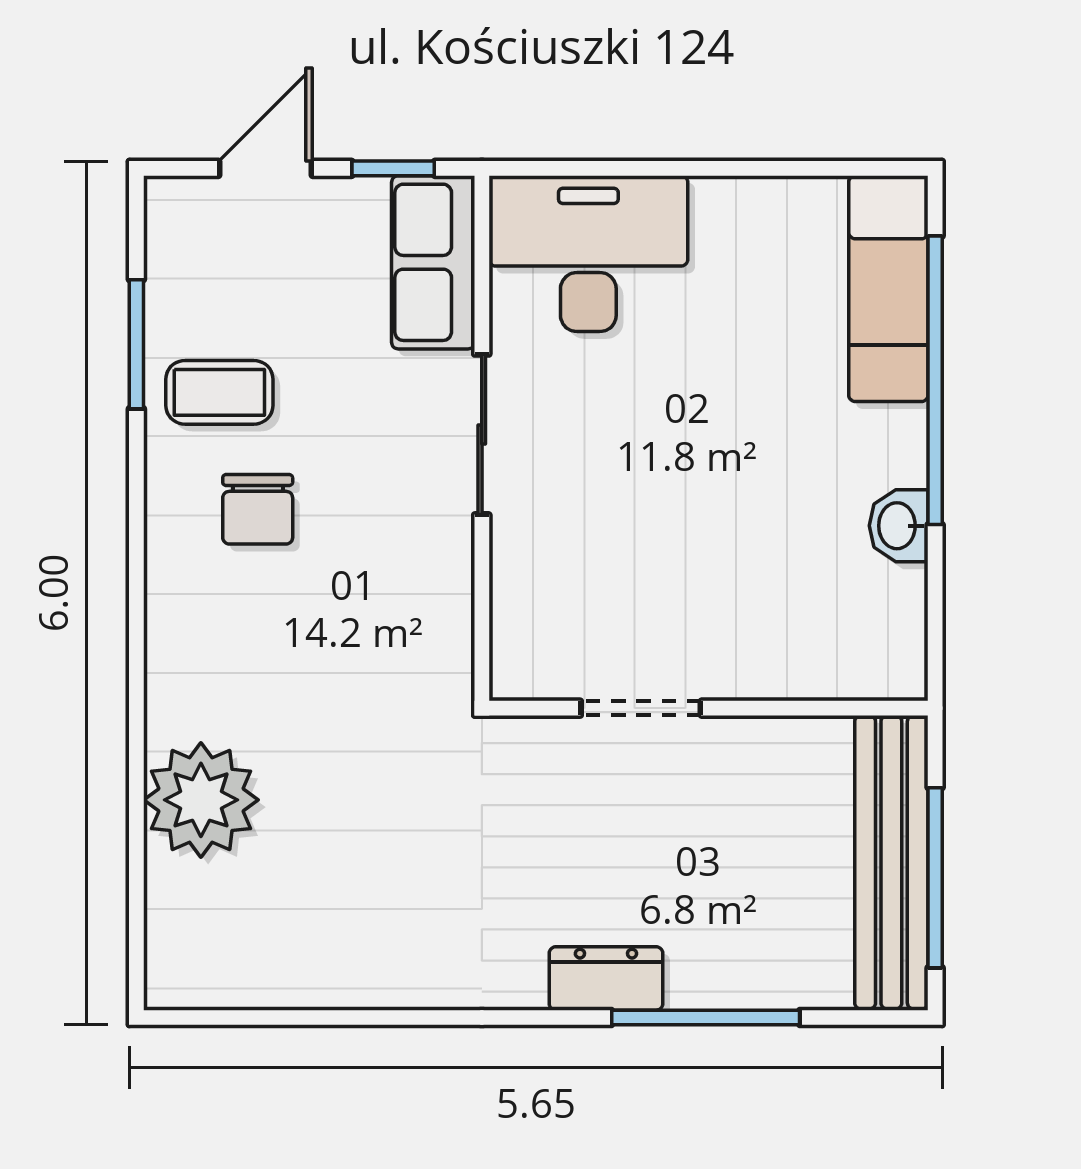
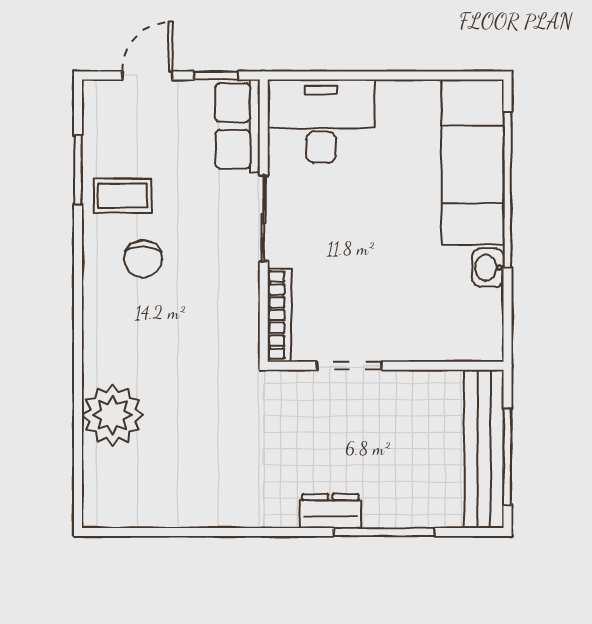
exam couch: (888, 289) -> (473, 162), width x1.36, depth x1.45
bookcase: (511, 614) -> (280, 315), added

